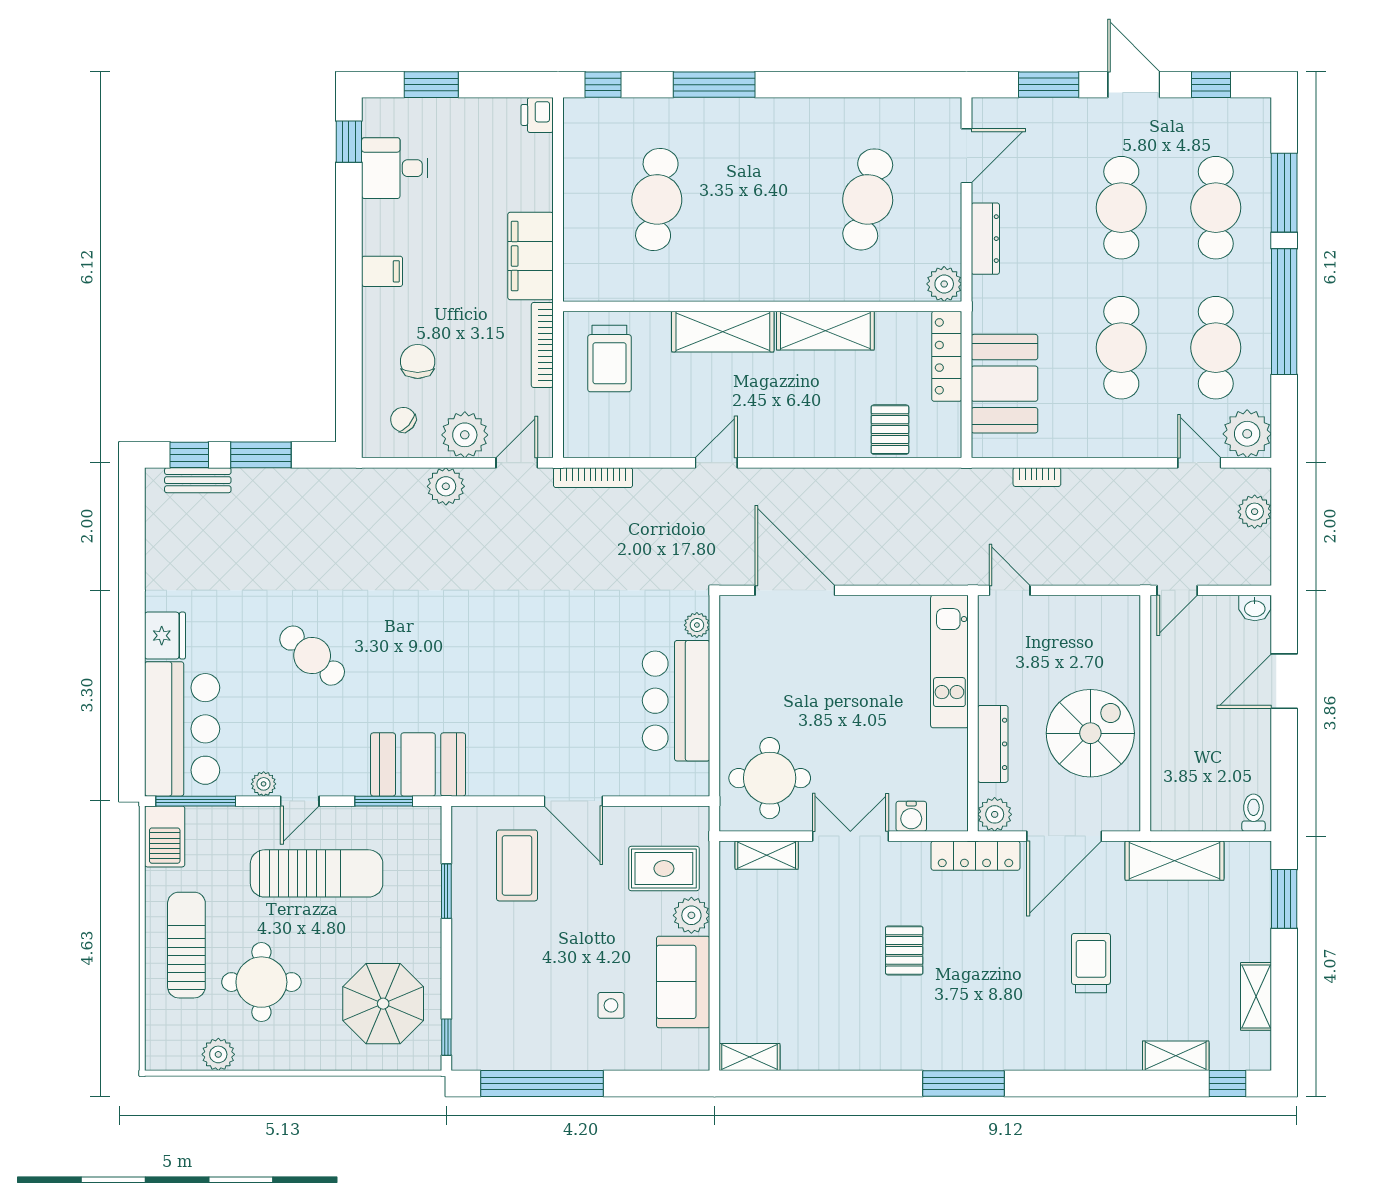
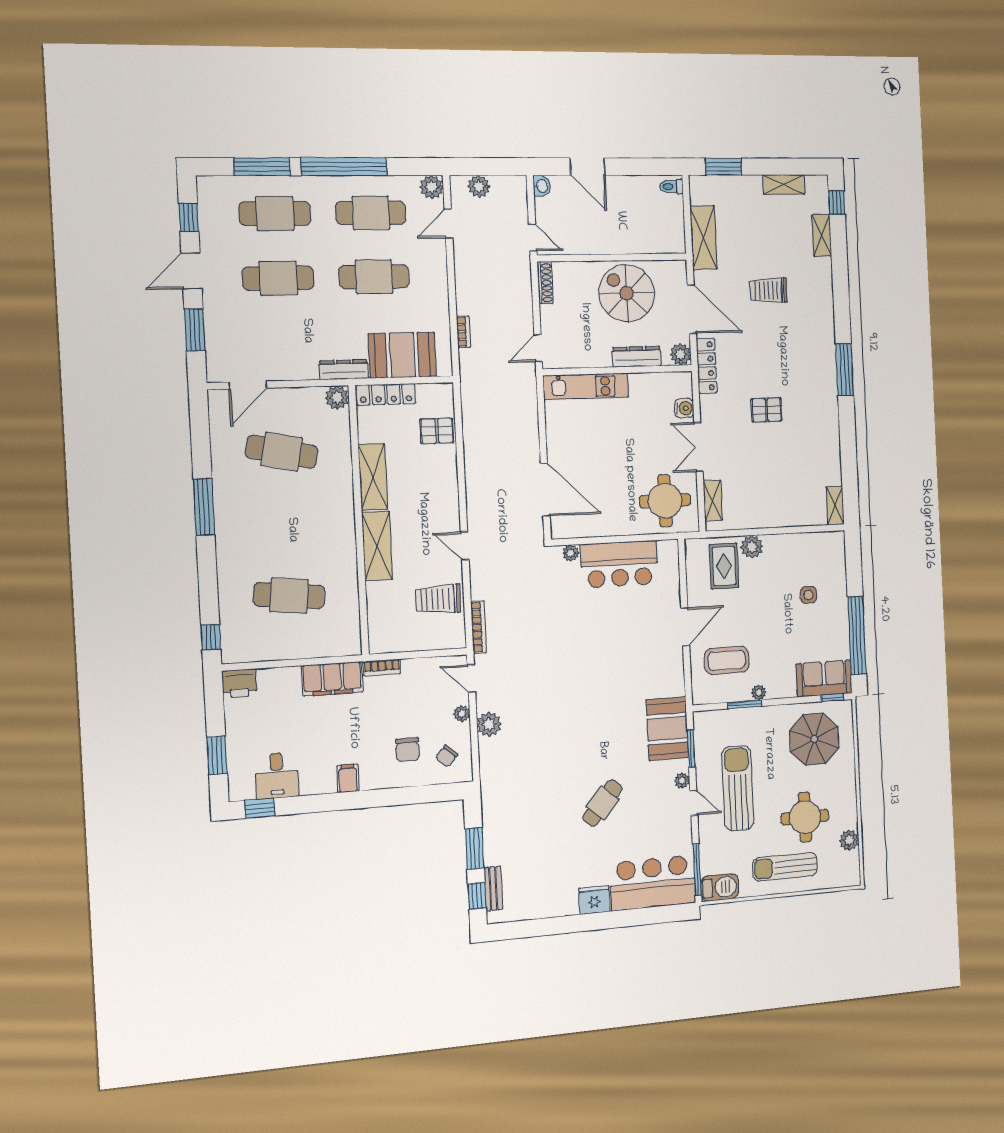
window: (714, 85) -> (204, 507), moved
printer: (537, 115) -> (239, 683), width x1.36, depth x1.24
door: (967, 156) -> (248, 385), swing flipped
dresser: (985, 239) -> (344, 370), moved
bookcase: (542, 345) -> (382, 667), width x0.64
trolley: (609, 359) -> (438, 599), moved, turned 180
chair: (418, 361) -> (407, 750), turned -90
plant: (1247, 434) -> (432, 187), width x0.73, depth x0.73
plant: (465, 435) -> (462, 714), width x0.53, depth x0.53
door: (795, 590) -> (545, 490), swing flipped
shoe rack: (1109, 606) -> (545, 283), added
plant: (264, 784) -> (682, 781), moved
plant: (463, 915) -> (759, 693), added
sofa: (683, 982) -> (824, 678), moved, turned 180

